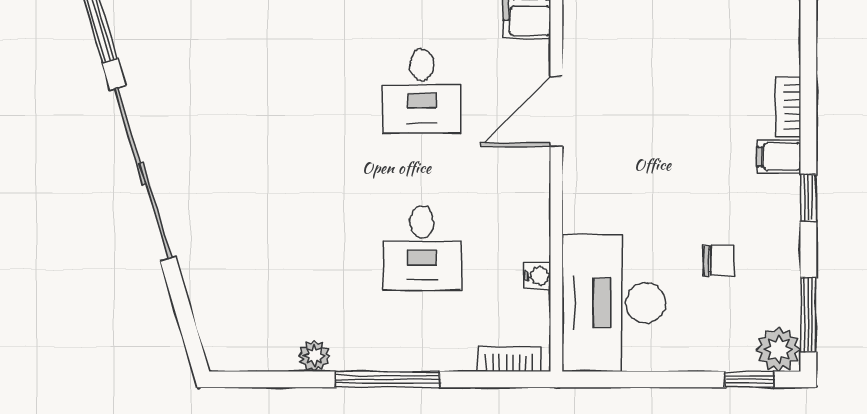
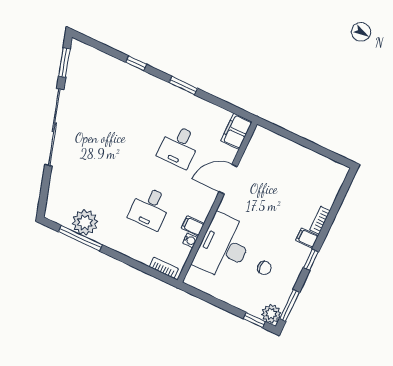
filing cabinet: (529, 243) -> (193, 226), added
desk: (614, 303) -> (224, 247), moved
plant: (314, 356) -> (85, 222), width x1.88, depth x1.88
window: (388, 379) -> (80, 238), moved

